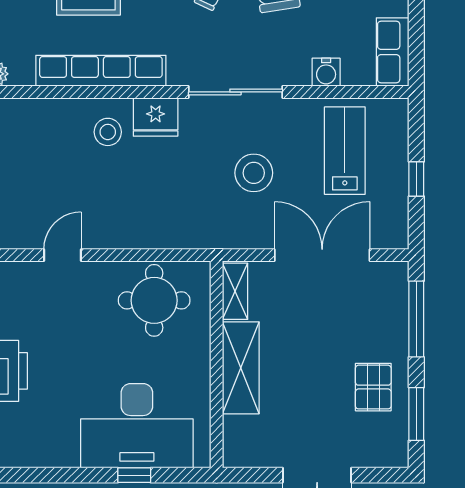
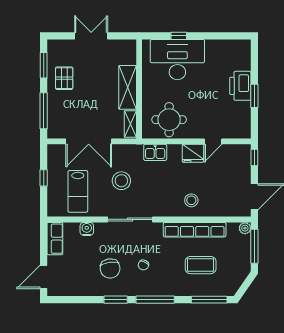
fridge: (156, 117) -> (193, 153), moved, turned 180
kitchen sink: (183, 232) -> (155, 152), added

